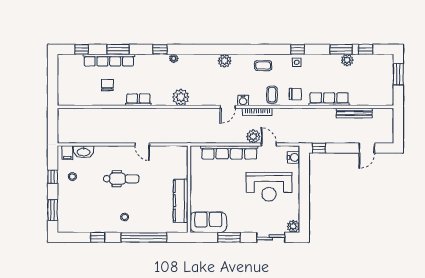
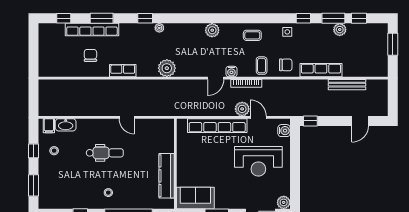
window: (298, 49) -> (303, 18), moved

